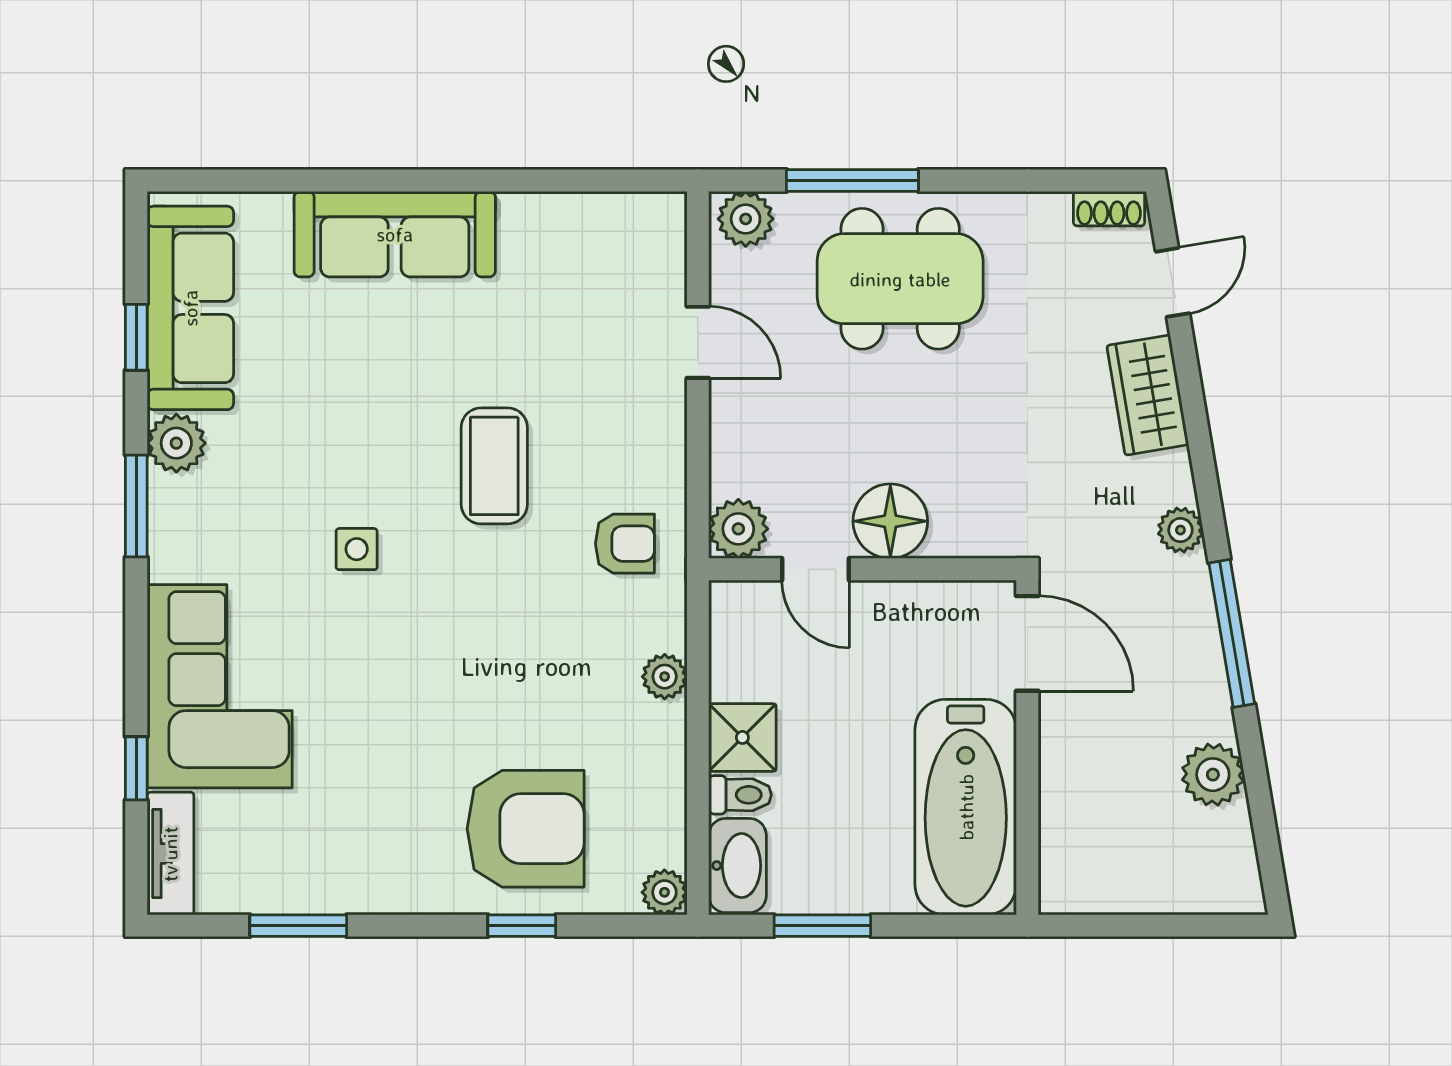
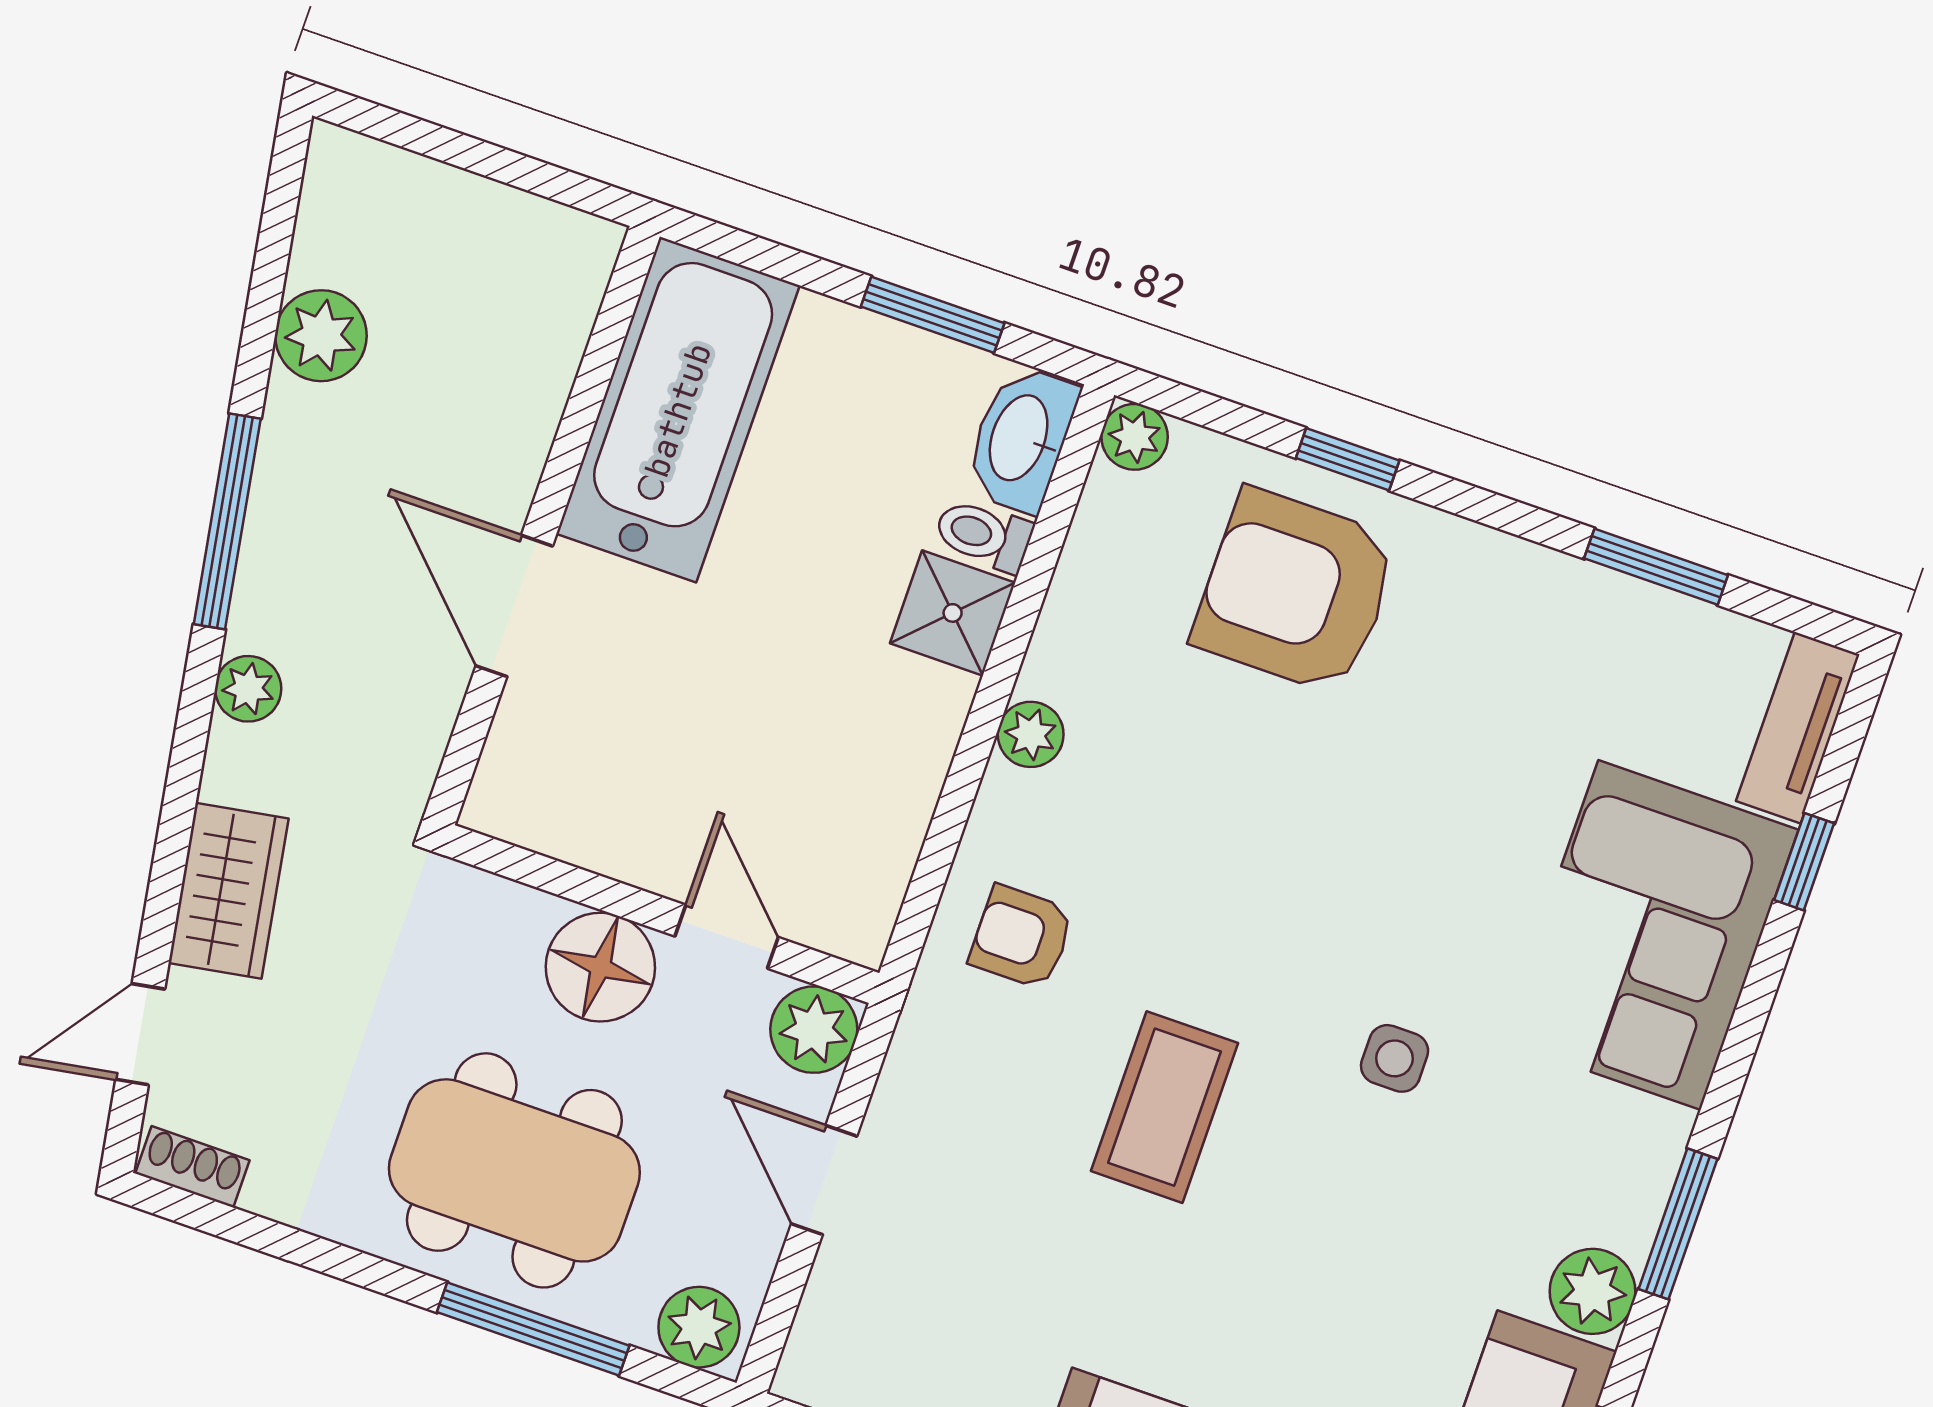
floor lamp: (890, 521) -> (600, 967), moved
plant: (738, 529) -> (814, 1030), moved
door: (816, 569) -> (727, 937), moved
wall: (863, 569) -> (662, 914), moved

